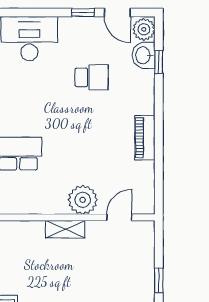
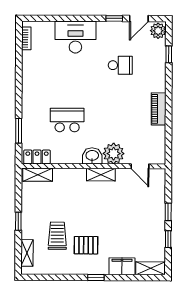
door: (117, 13) -> (139, 19), hinge flipped
washbasin: (144, 55) -> (92, 156), moved, turned 90
door: (119, 217) -> (140, 166), swing flipped

